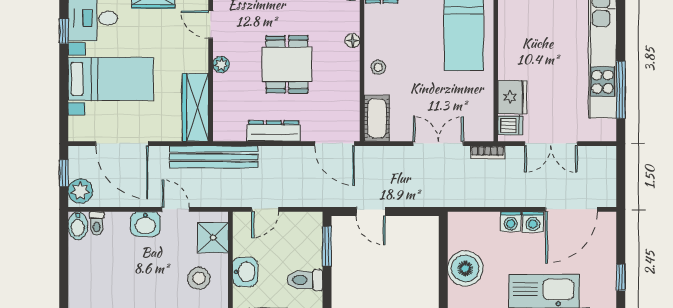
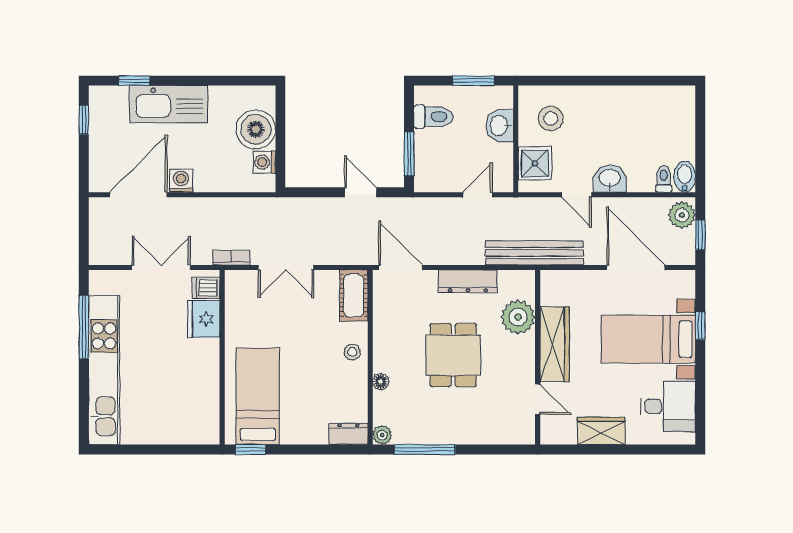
window: (64, 31) -> (700, 326), moved
plant: (221, 65) -> (518, 317), moved, width x1.88, depth x1.88
wardrobe: (195, 107) -> (555, 344), moved
washing machine: (511, 222) -> (264, 162), moved, turned -90

